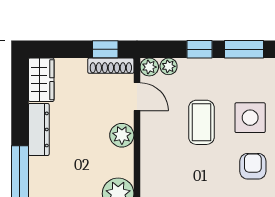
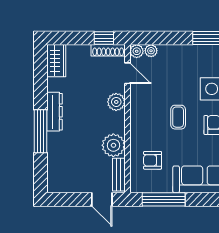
window: (199, 49) -> (174, 38), removed
coffee table: (201, 122) -> (178, 117), moved, width x0.73, depth x0.77
dresser: (39, 129) -> (55, 112), moved

